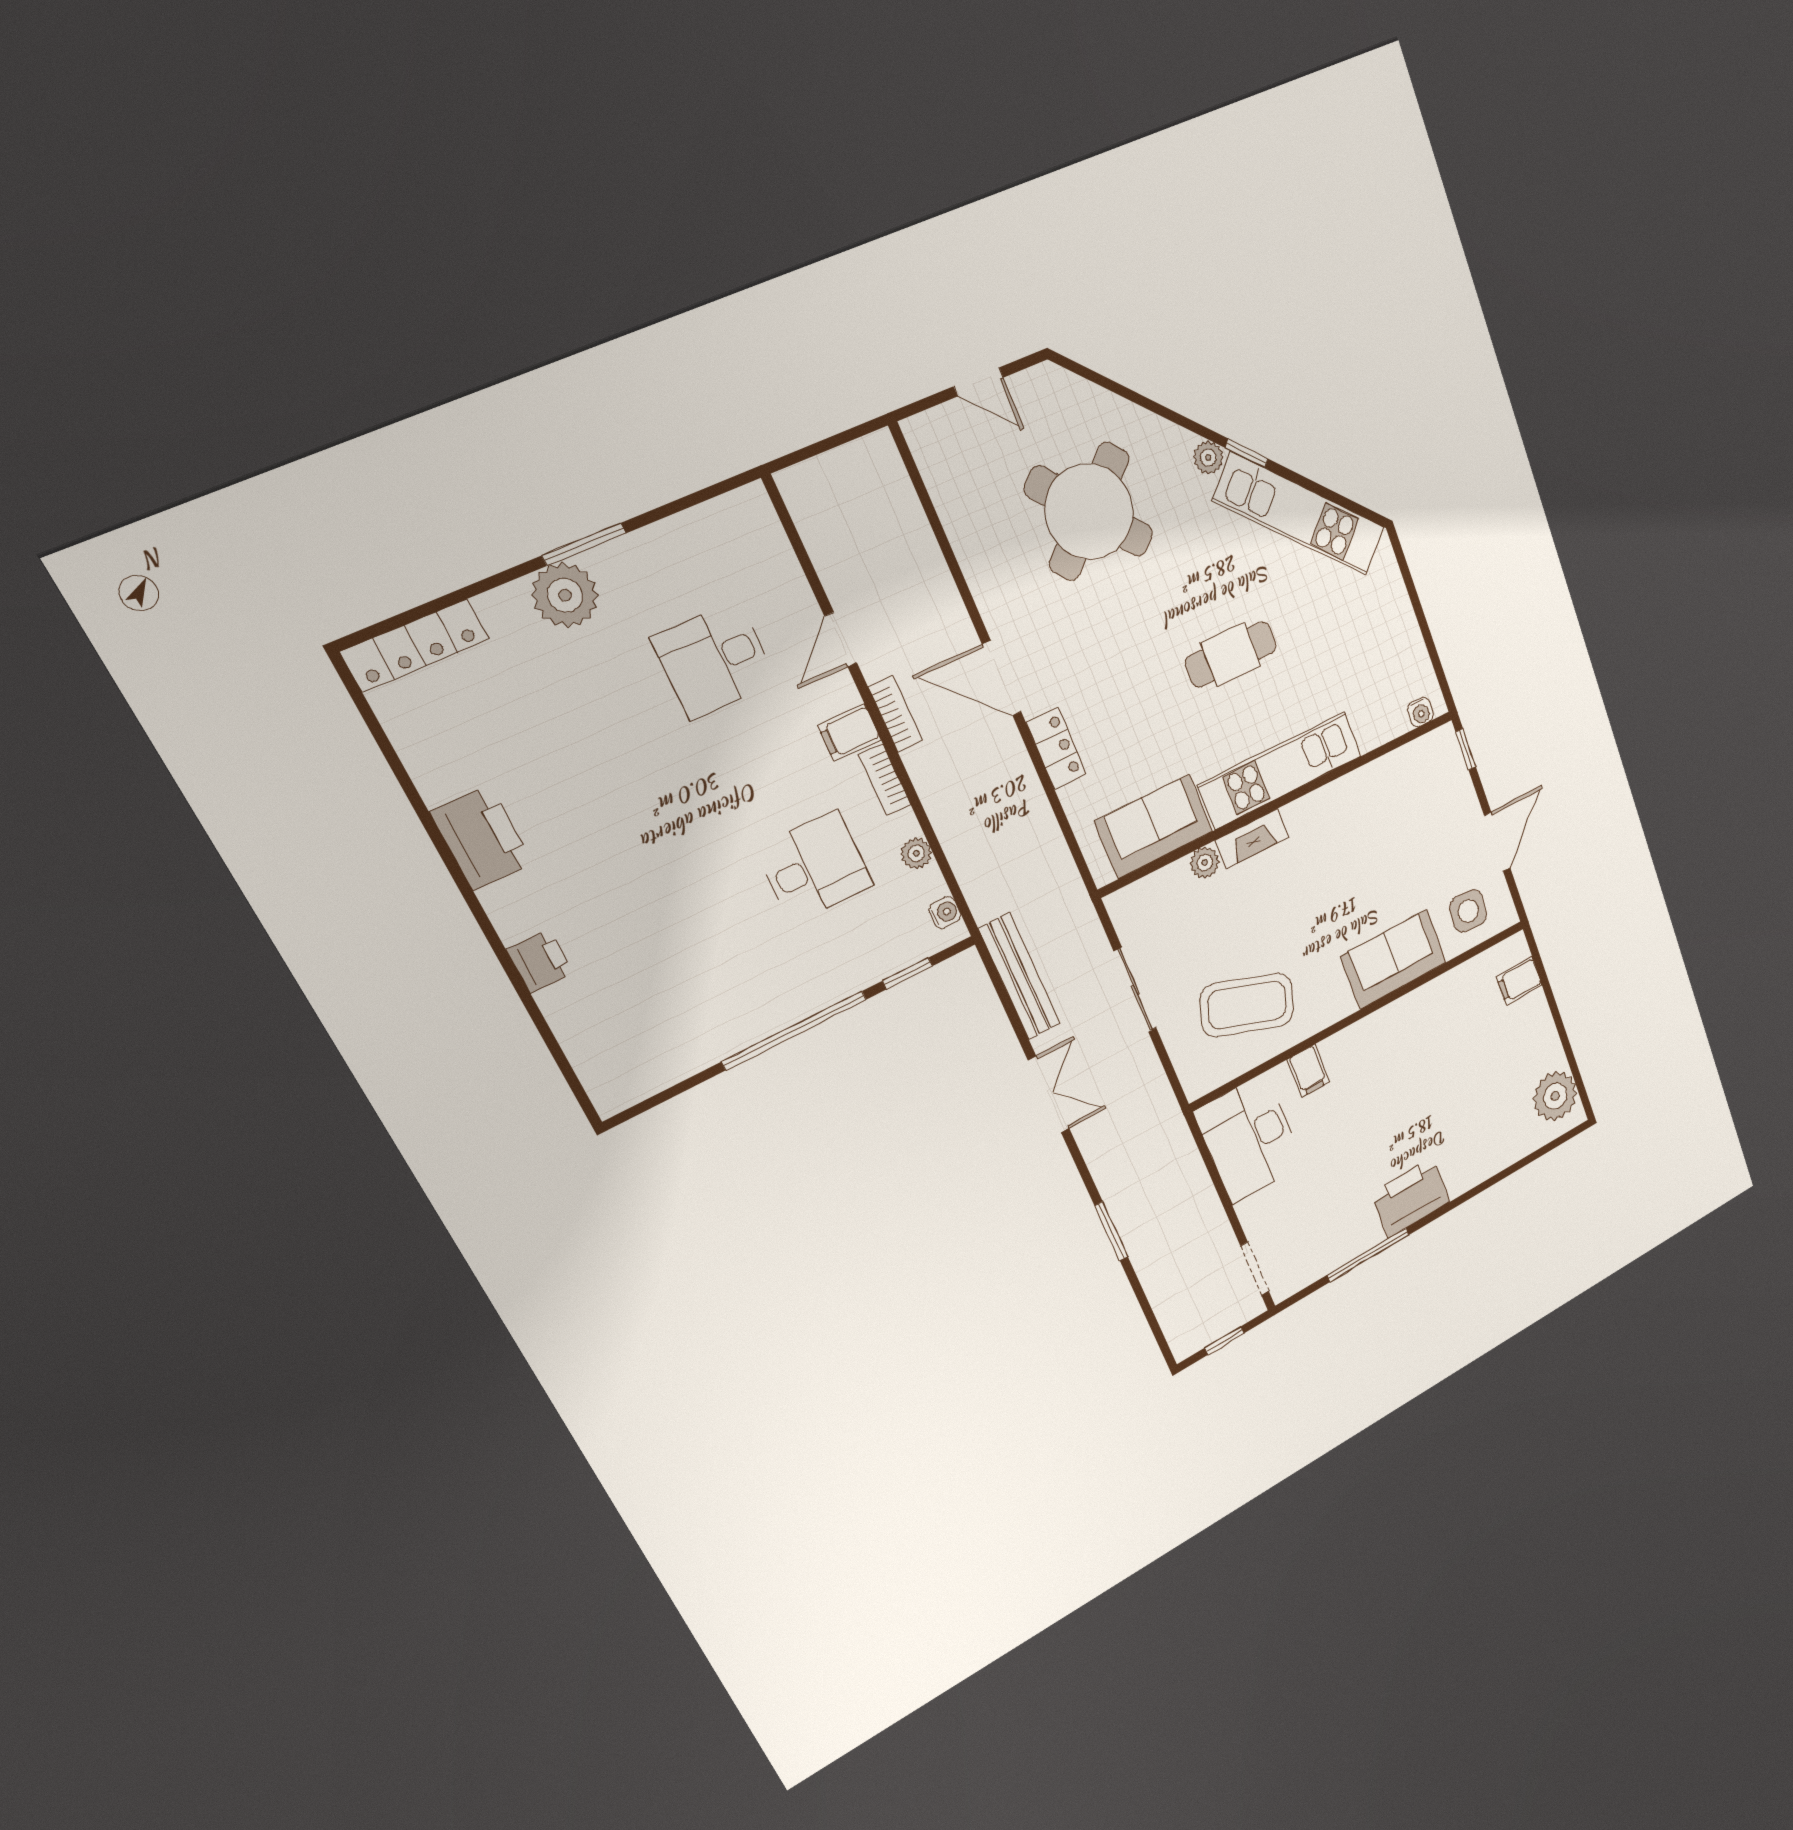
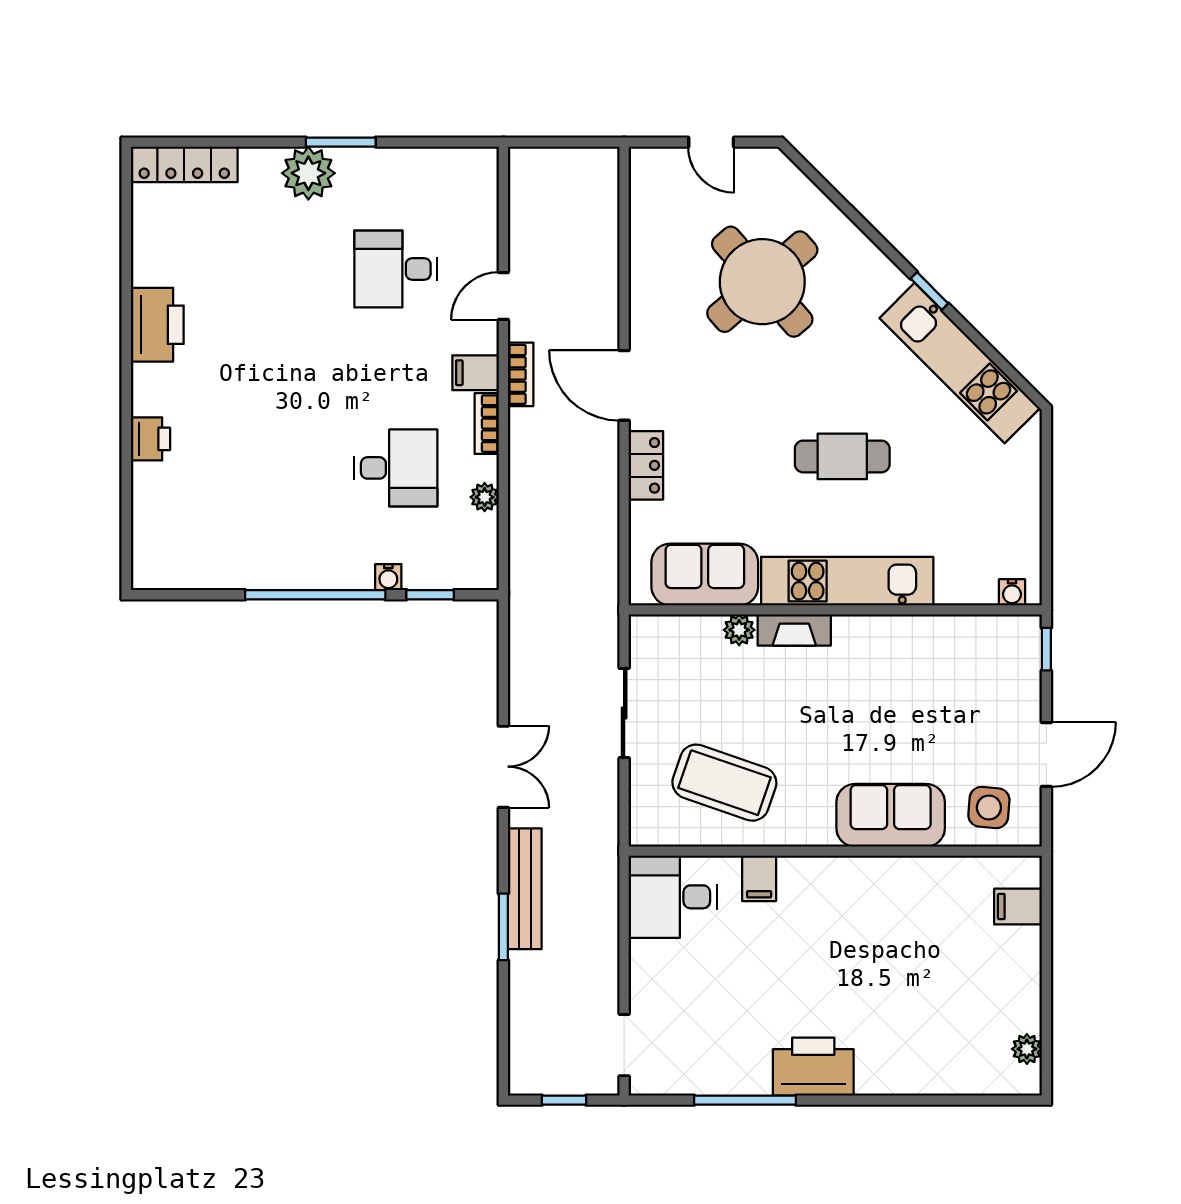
plant: (1208, 458) -> (891, 281), removed
water cooler: (945, 913) -> (388, 577), moved, turned 90
bench: (1019, 977) -> (525, 889), moved
plant: (1555, 1096) -> (1027, 1049), width x0.53, depth x0.53
desk: (1249, 1138) -> (673, 897), width x0.73

